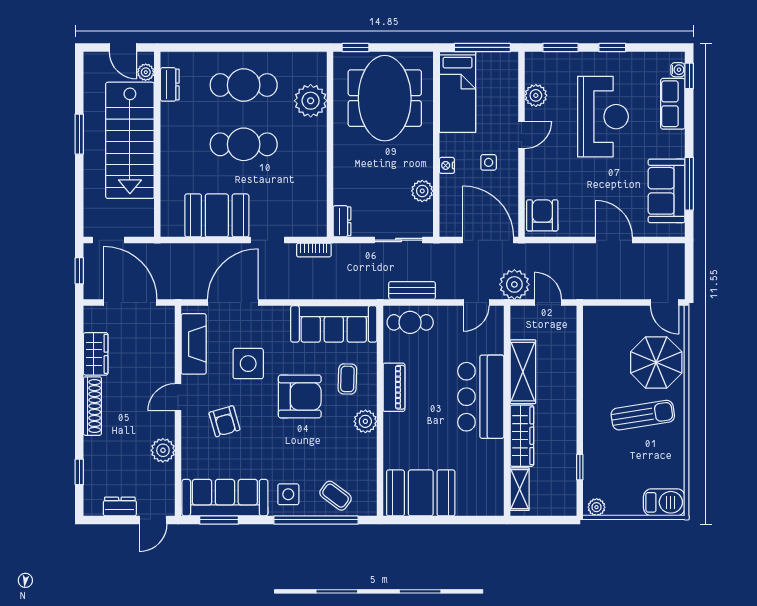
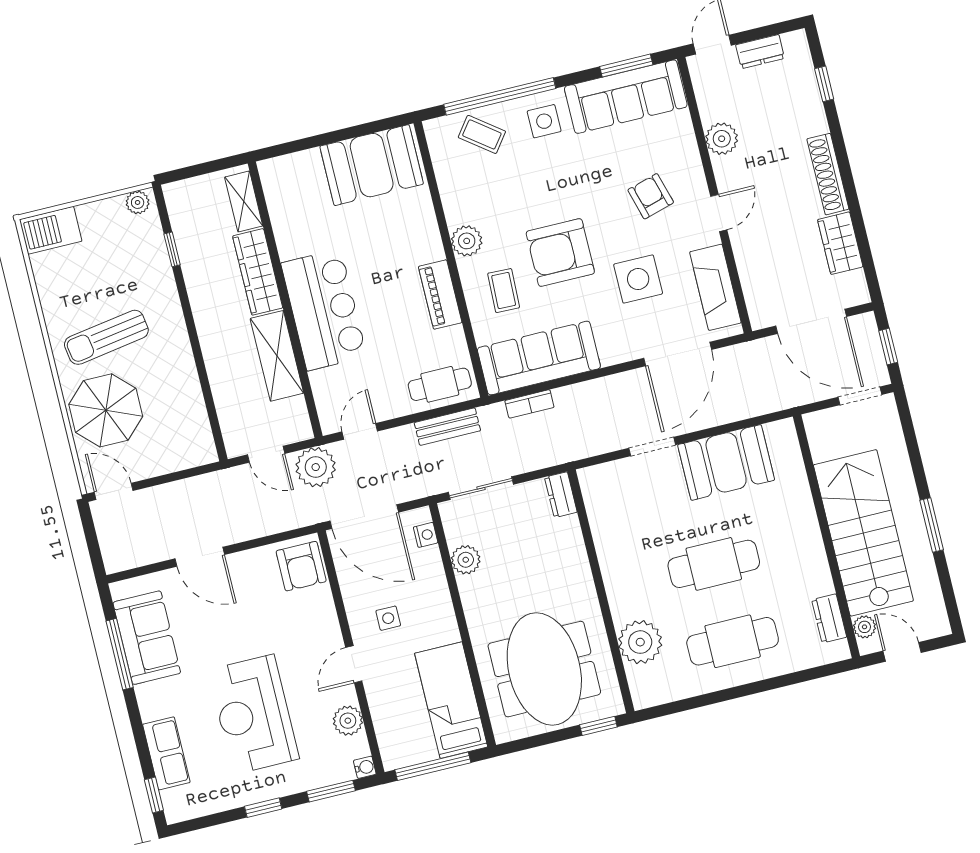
water cooler: (678, 70) -> (365, 767), moved, turned 180
nightstand: (447, 165) -> (426, 535), moved
bookcase: (314, 250) -> (529, 404), moved, turned 180

